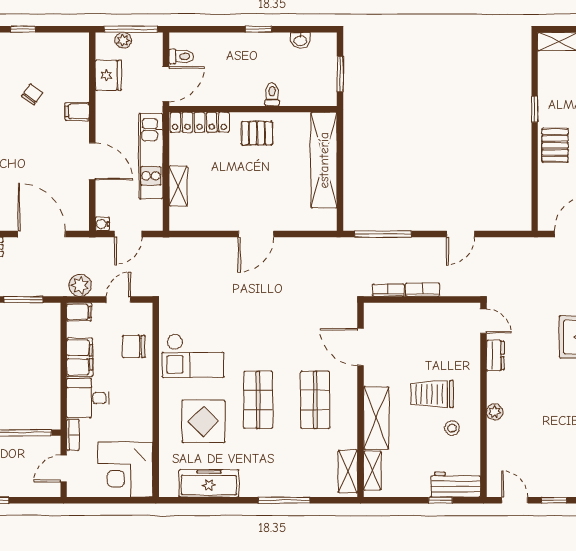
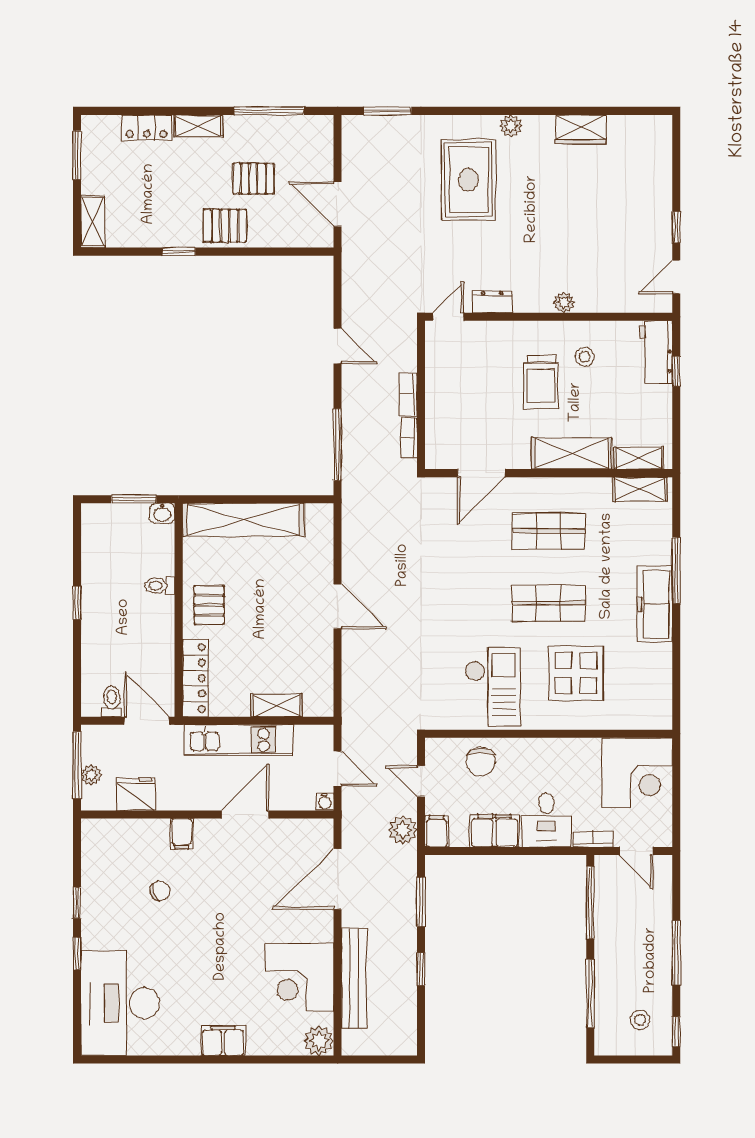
washbasin: (300, 40) -> (162, 513), moved, turned 90
chair: (32, 94) -> (160, 891), turned 125
freezer: (209, 483) -> (655, 604), moved

